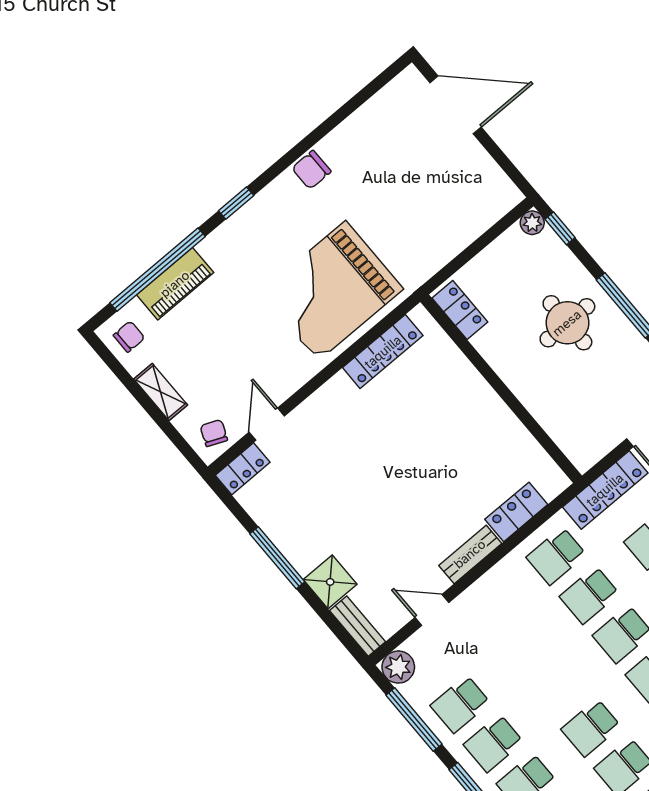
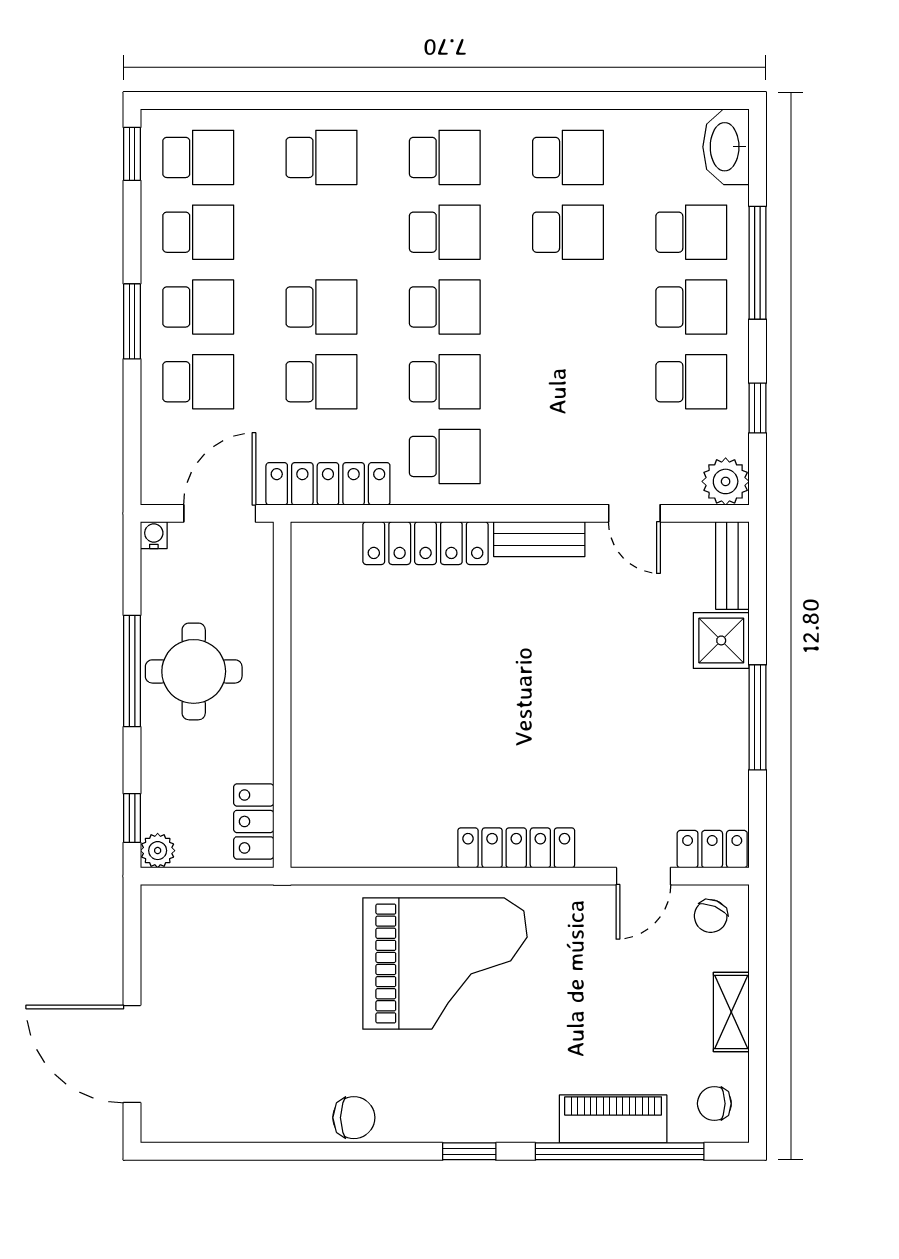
locker: (460, 310) -> (254, 821), moved
round table: (567, 323) -> (194, 671), moved
locker: (383, 352) -> (516, 848), moved
wall: (501, 389) -> (282, 695), moved
locker: (516, 512) -> (426, 543), width x1.53
window: (414, 720) -> (757, 408), width x0.46

